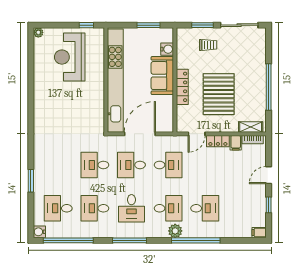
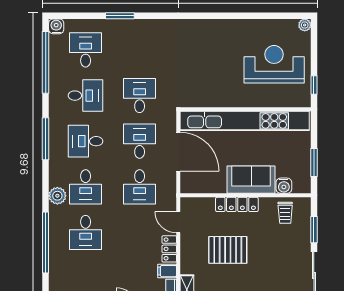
trolley: (208, 45) -> (285, 213), moved
pallet: (219, 94) -> (228, 250), width x0.73, depth x0.71
desk: (95, 208) -> (86, 96), turned 90
window: (196, 240) -> (46, 242), moved

